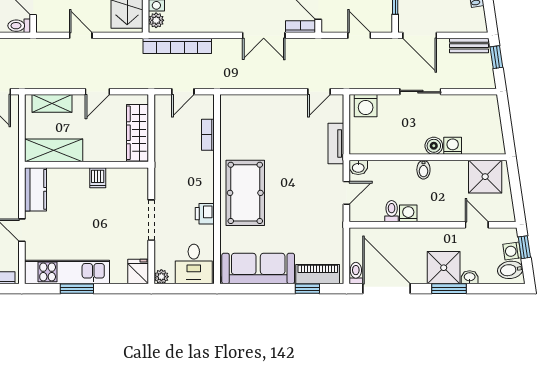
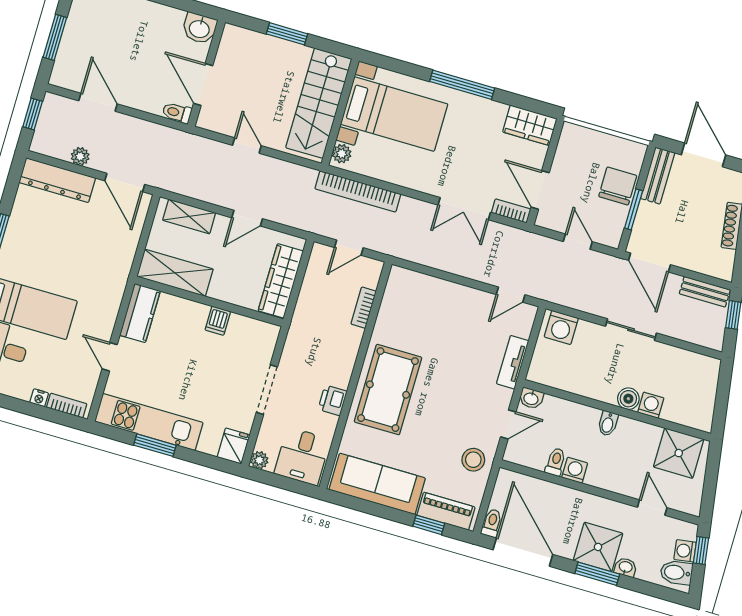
stool: (327, 228) -> (473, 460), added

